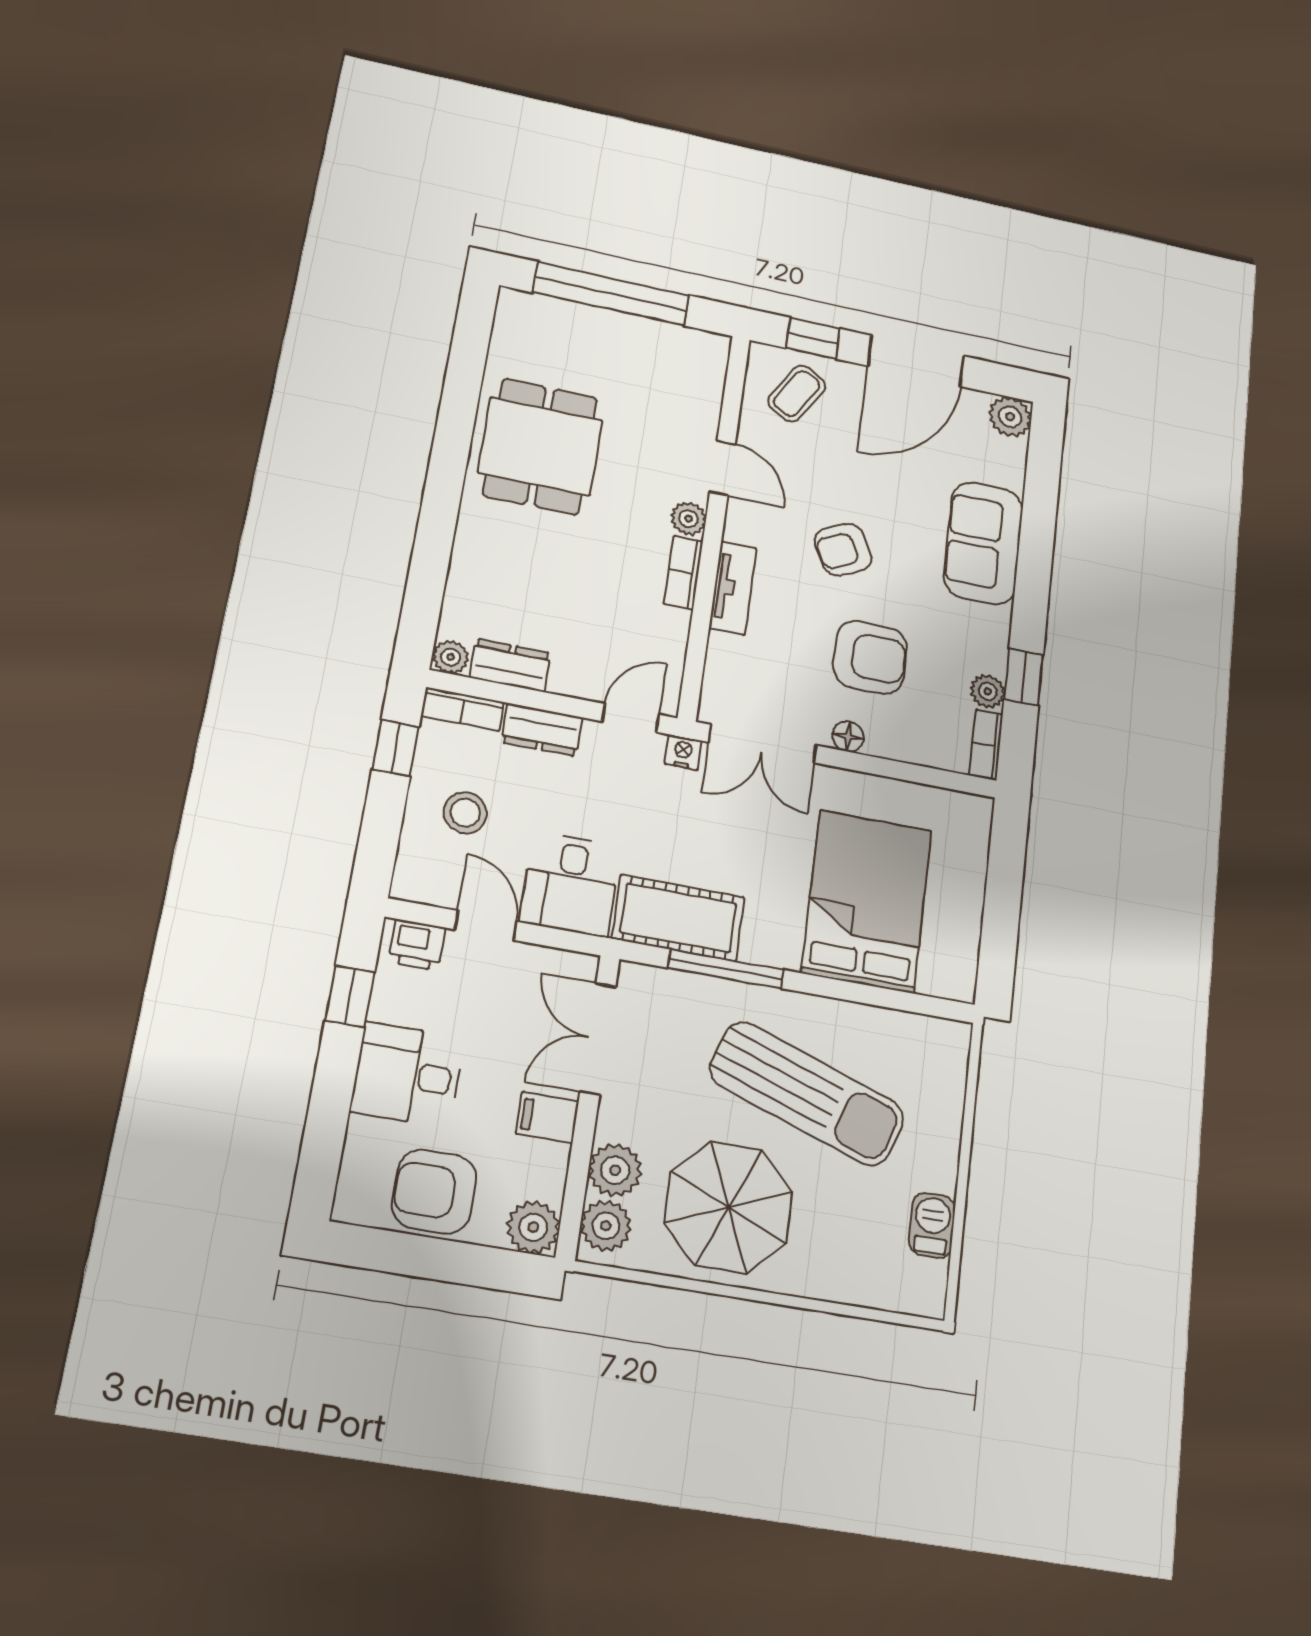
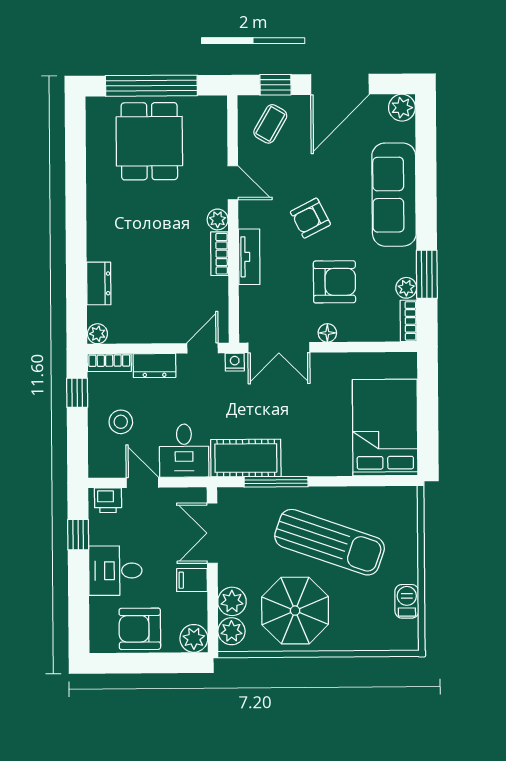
dining table: (540, 446) -> (149, 141), moved
sofa: (983, 543) -> (394, 195), width x1.36
dresser: (510, 665) -> (99, 283), moved, turned 90
window: (1024, 677) -> (427, 274), width x1.50
bed: (867, 901) -> (385, 428), moved

